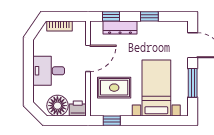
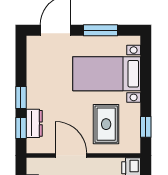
window: (149, 16) -> (21, 97), moved
dresser: (120, 28) -> (34, 123), width x0.70

